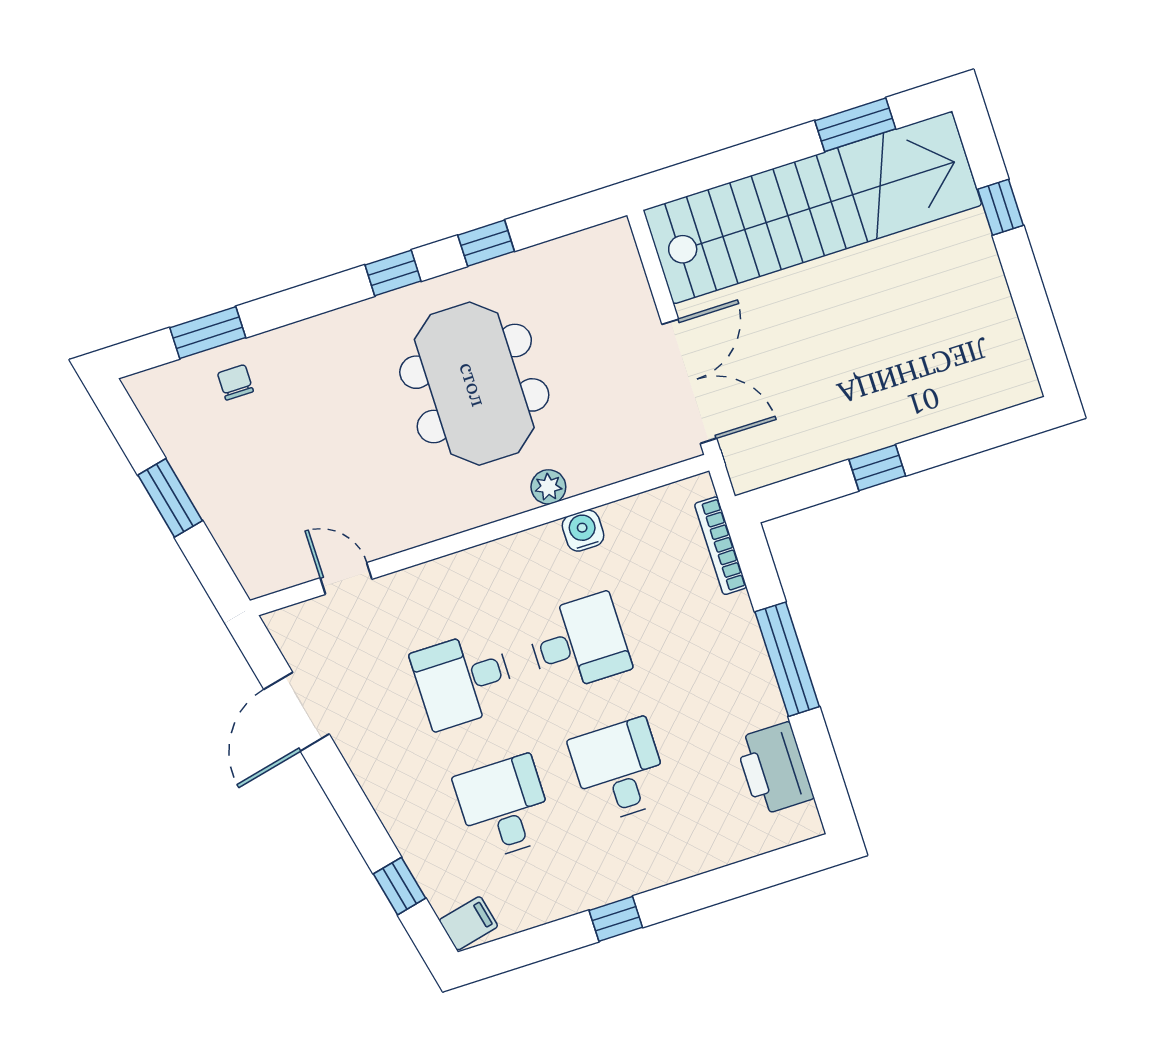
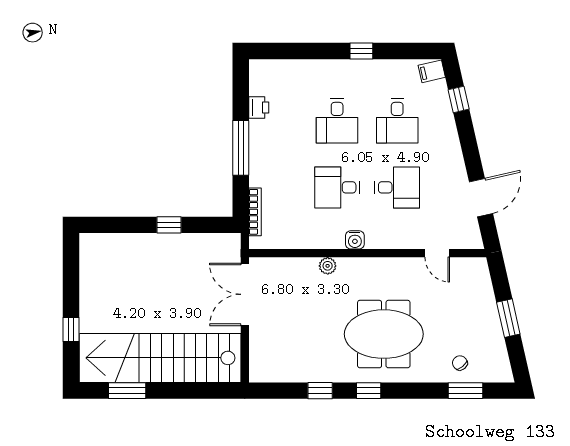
chair: (235, 382) -> (460, 363), turned 141
meeting table: (474, 384) -> (384, 334), moved, turned 90
water cooler: (583, 531) -> (355, 240), moved
printer: (774, 769) -> (259, 108), width x0.53, depth x0.68

